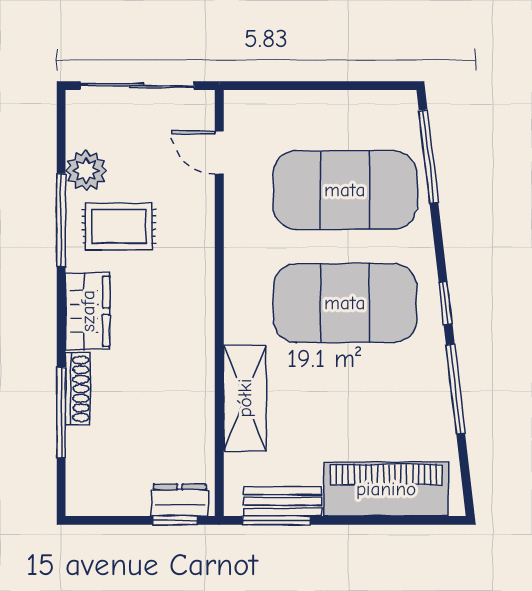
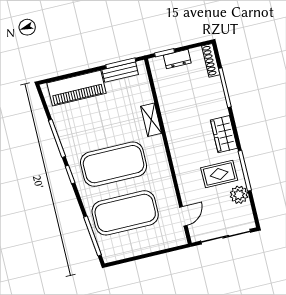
door: (219, 152) -> (183, 216), hinge flipped
shoe rack: (78, 389) -> (211, 60), moved
shelving: (245, 398) -> (151, 120), width x0.67, depth x0.75
dresser: (180, 500) -> (177, 59), moved

